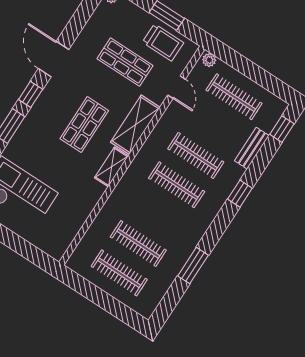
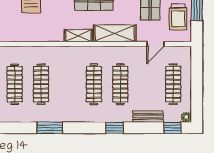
plant: (209, 60) -> (186, 117), moved

